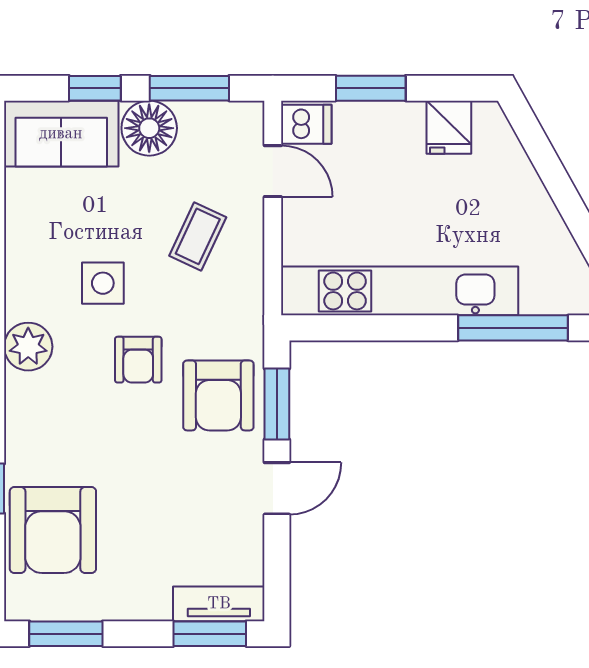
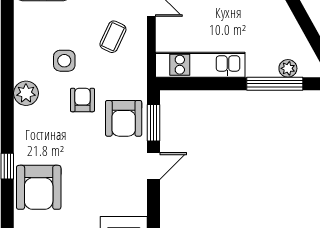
kitchen unit: (400, 291) -> (200, 65), width x0.73
plant: (539, 298) -> (288, 68), added
armchair: (138, 360) -> (82, 100), turned 180

